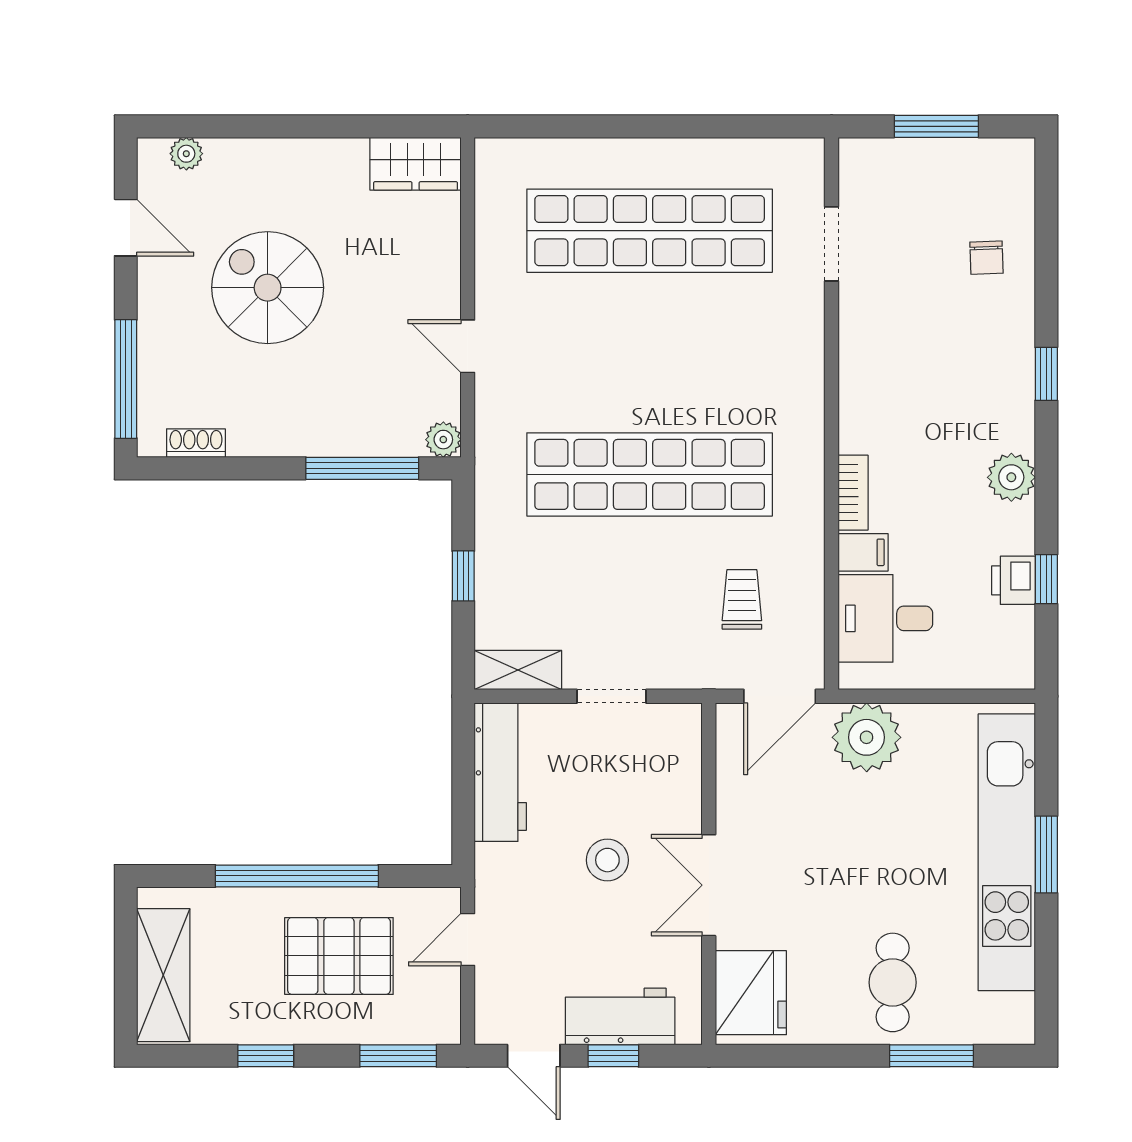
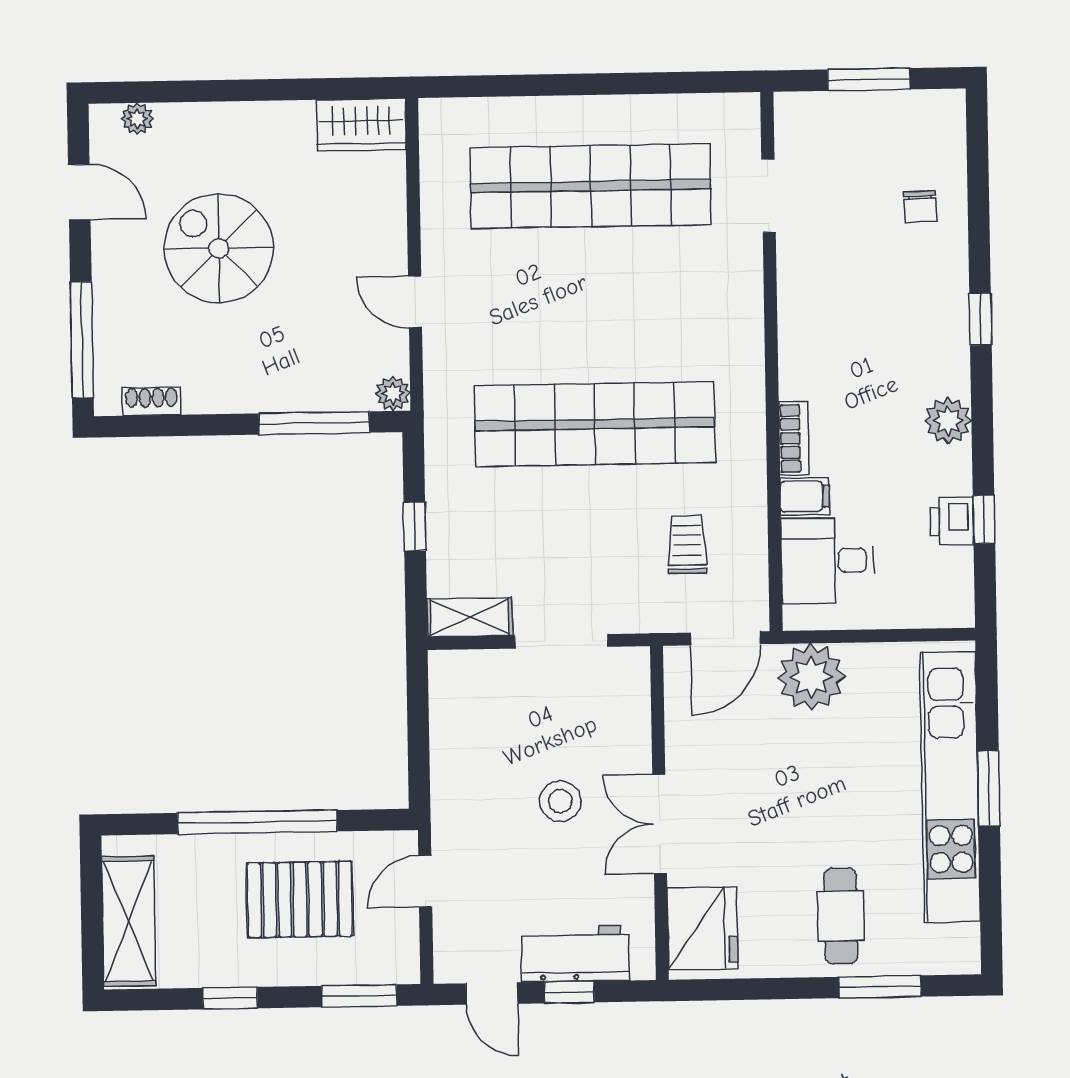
doorway: (612, 696) -> (561, 641), width x1.38
workbench: (500, 772) -> (454, 717), removed

